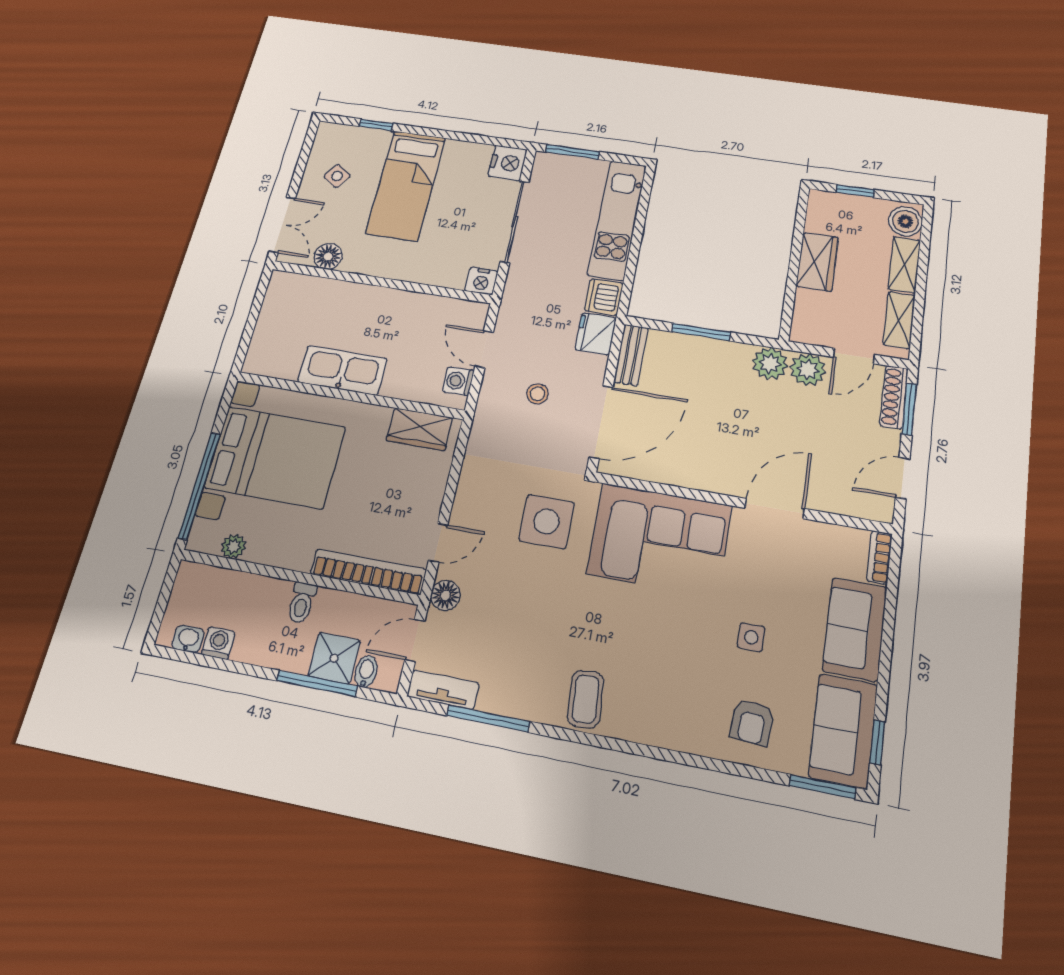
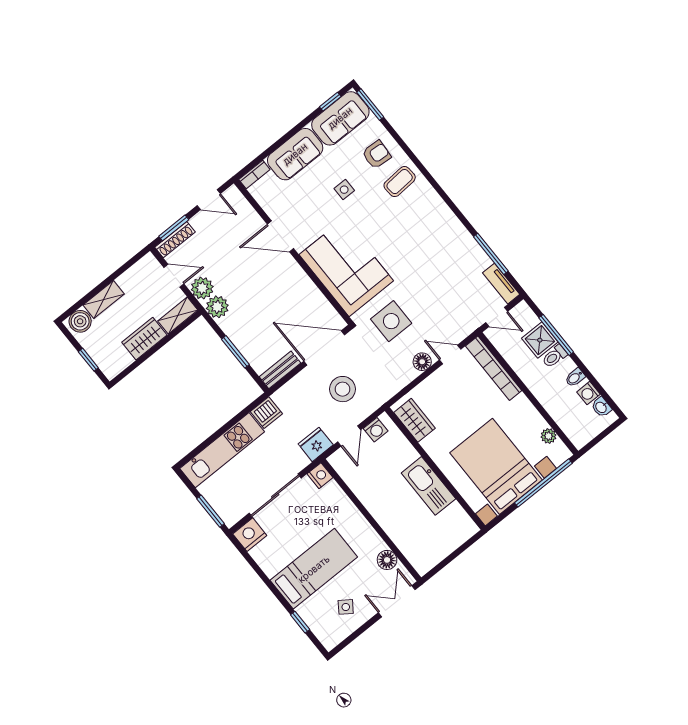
shelving: (899, 320) -> (178, 315), moved
fridge: (596, 334) -> (316, 444), moved, turned 180
stool: (537, 394) -> (343, 389), width x1.89, depth x1.89
floor lamp: (445, 595) -> (422, 362), moved
toilet: (302, 603) -> (555, 356), moved, turned 180
bidet: (366, 672) -> (575, 378), moved
coffee table: (586, 699) -> (400, 182), moved

